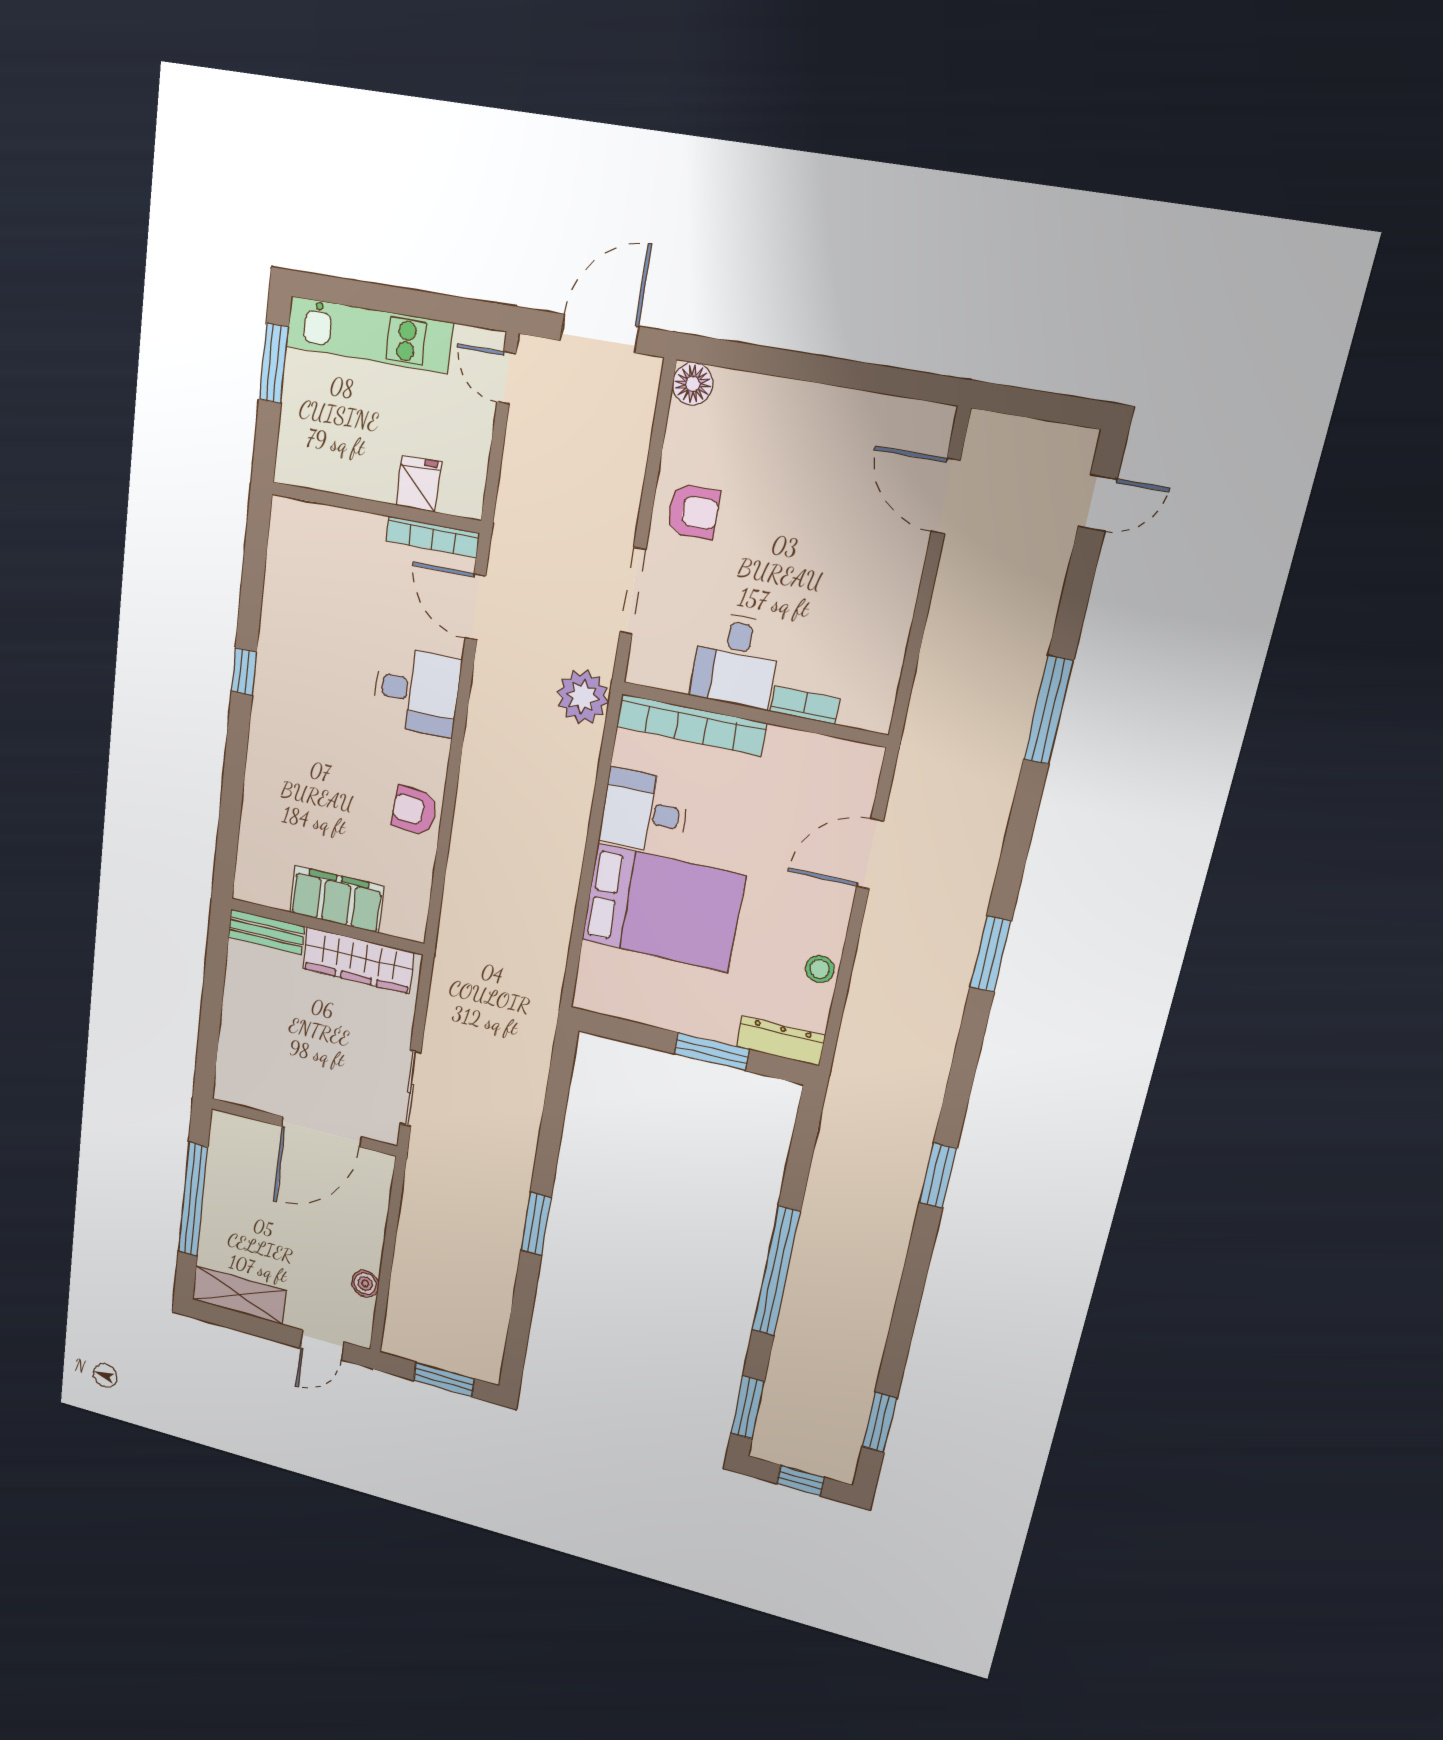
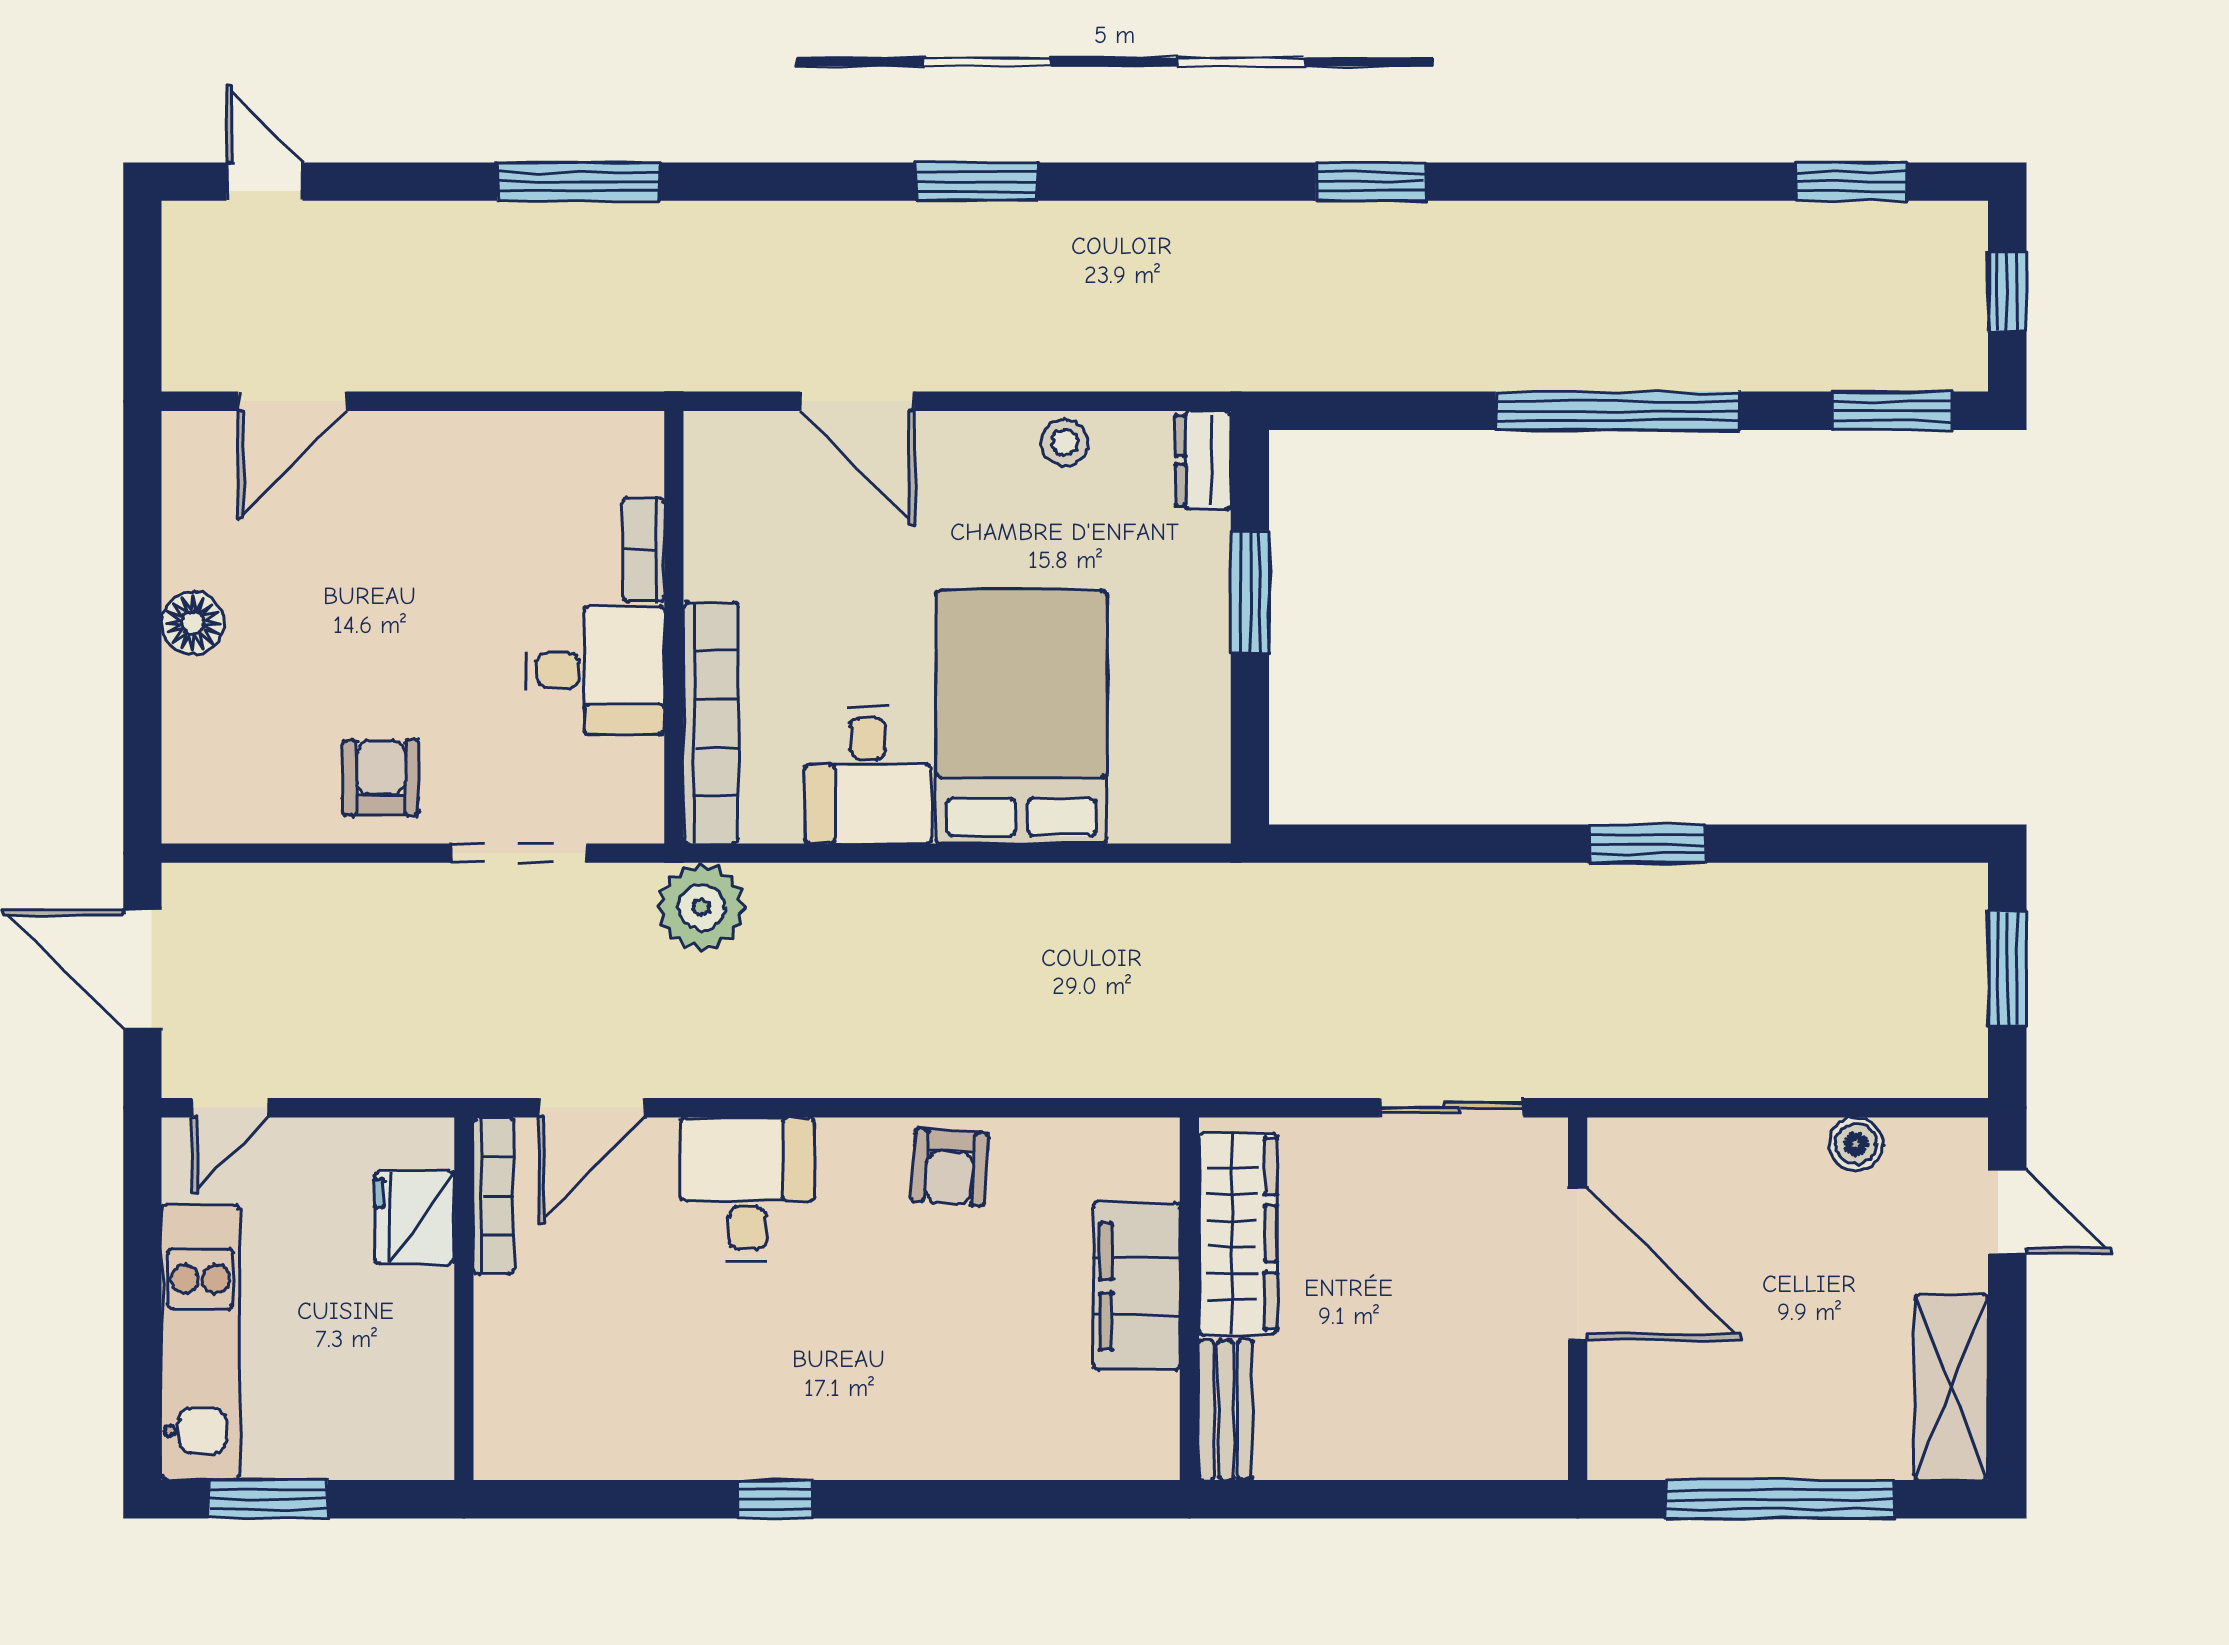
floor lamp: (693, 384) -> (193, 623), moved
fridge: (418, 484) -> (414, 1218), width x1.38
dresser: (781, 1041) -> (1203, 460), width x0.70

